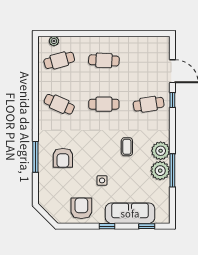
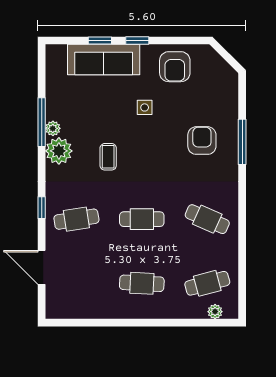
window: (172, 100) -> (42, 208), moved
plant: (160, 171) -> (53, 128), width x0.53, depth x0.53
window: (147, 226) -> (100, 40), moved

